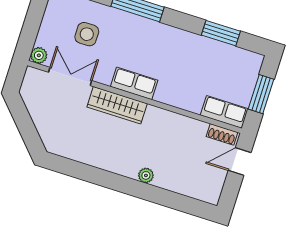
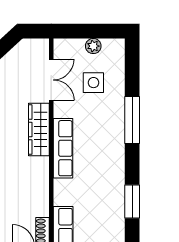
plant: (39, 55) -> (93, 46), moved
row of seats: (134, 83) -> (63, 148), width x1.48

